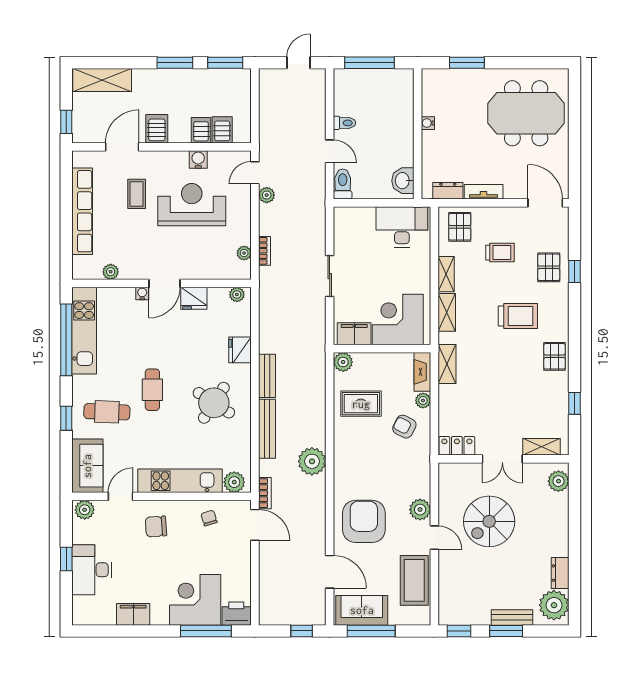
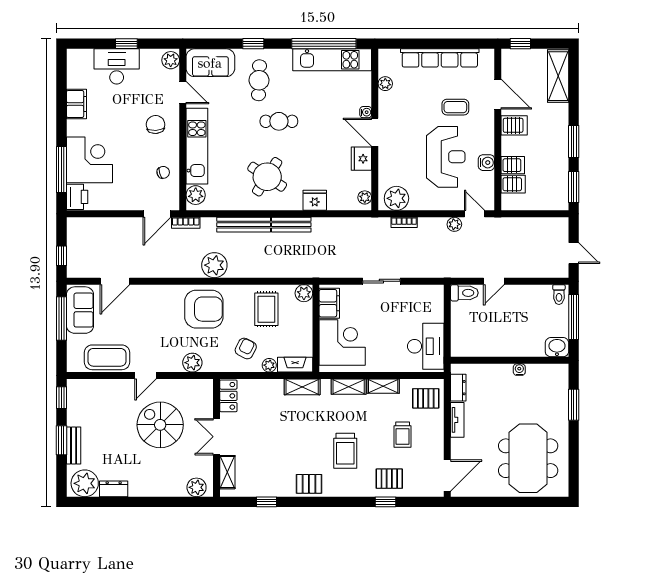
toilet: (345, 123) -> (559, 295), moved
washbasin: (403, 181) -> (557, 347), moved
plant: (244, 253) -> (396, 198), width x1.87, depth x1.87
plant: (420, 510) -> (192, 363), moved
armchair: (364, 521) -> (204, 309), moved

